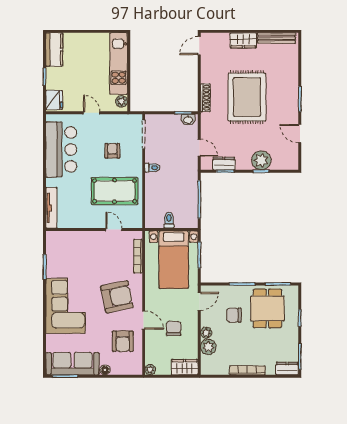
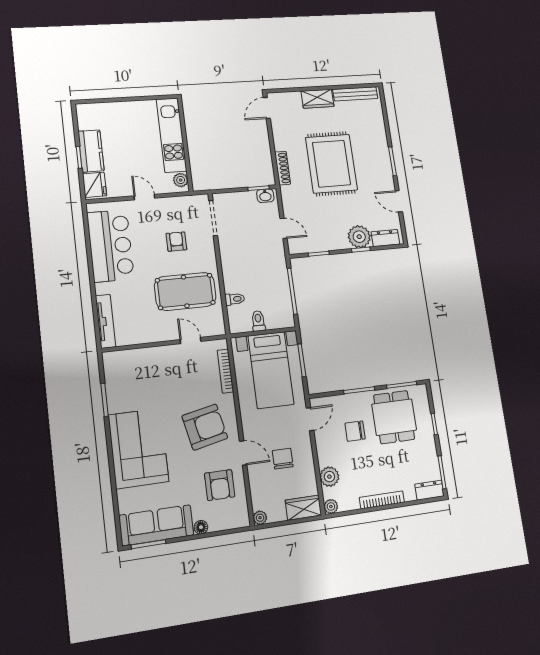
kitchen counter: (54, 50) -> (91, 151), moved
dresser: (224, 163) -> (385, 238), moved
toilet: (152, 168) -> (235, 299), moved
plant: (206, 333) -> (331, 506), moved

